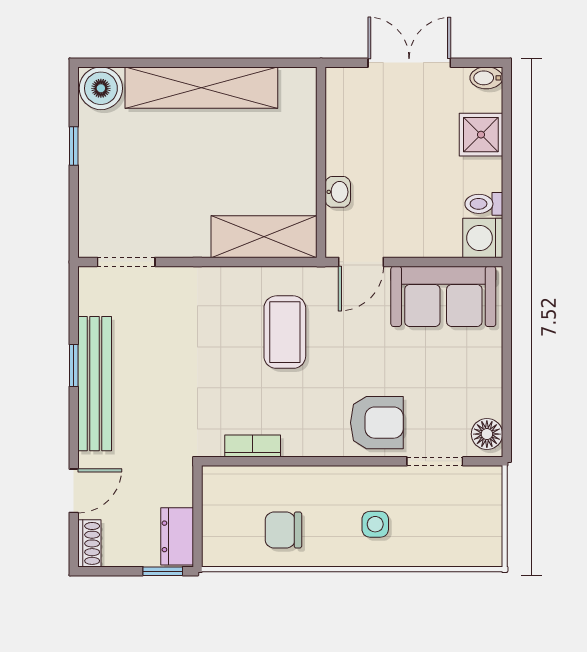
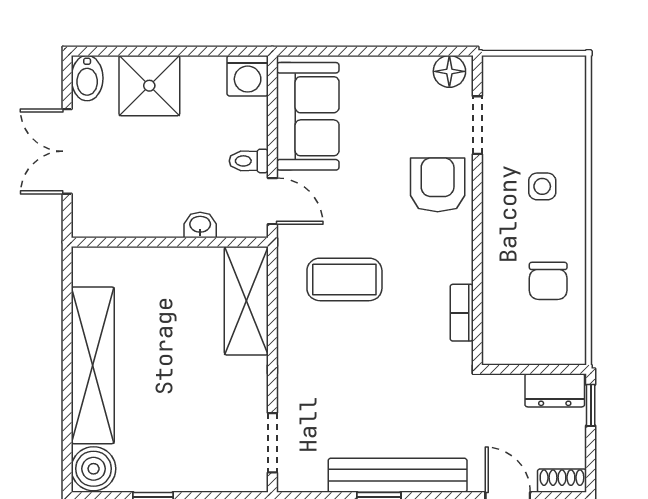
bidet: (486, 78) -> (87, 78), width x1.38, depth x1.36
shower: (481, 135) -> (149, 86), width x1.36, depth x1.36
toilet: (484, 204) -> (249, 161), moved, turned 90

